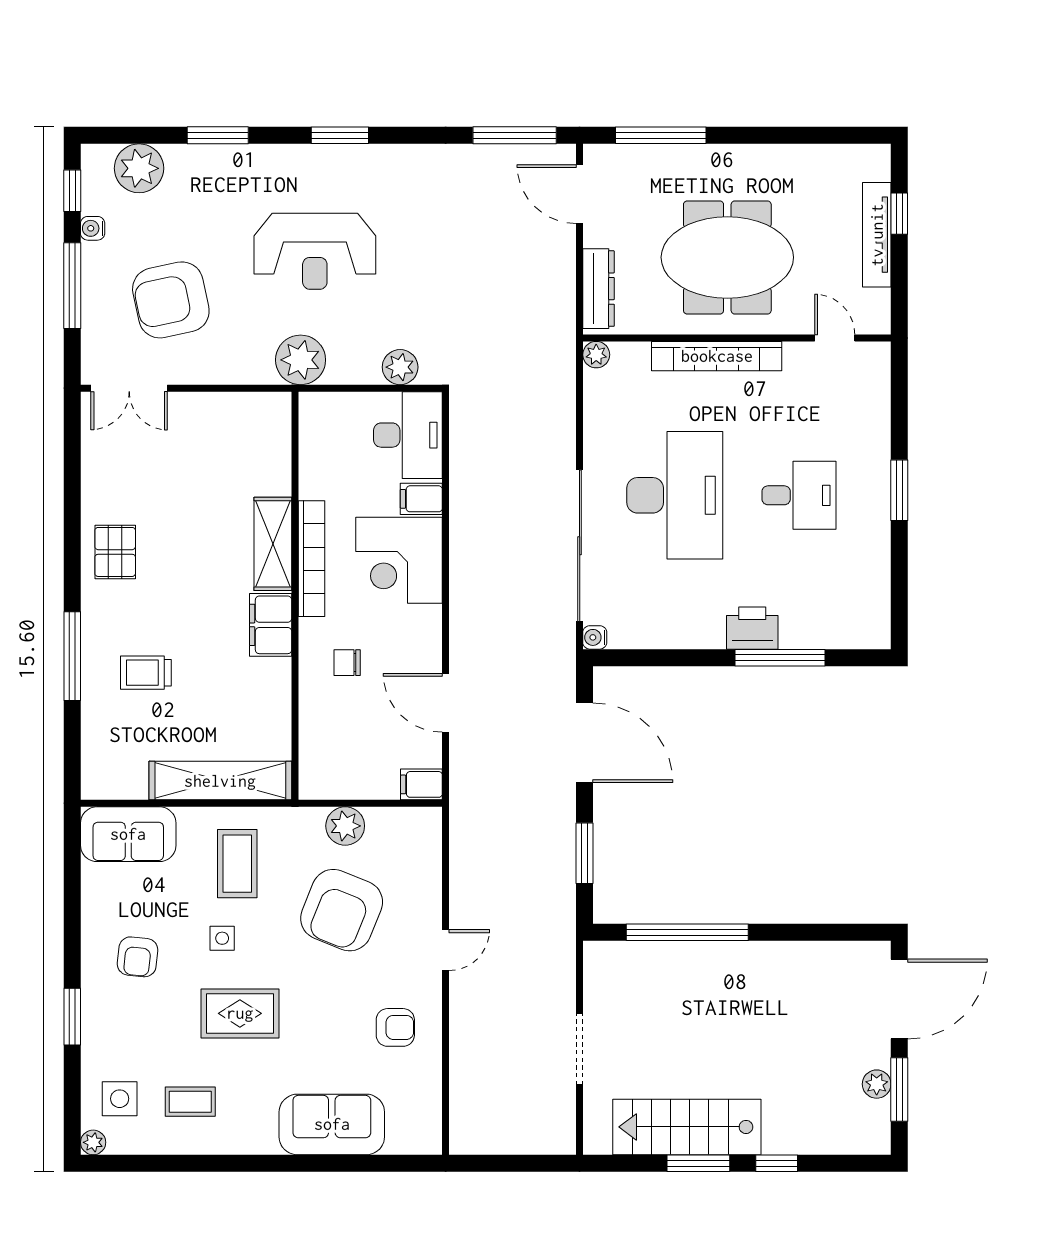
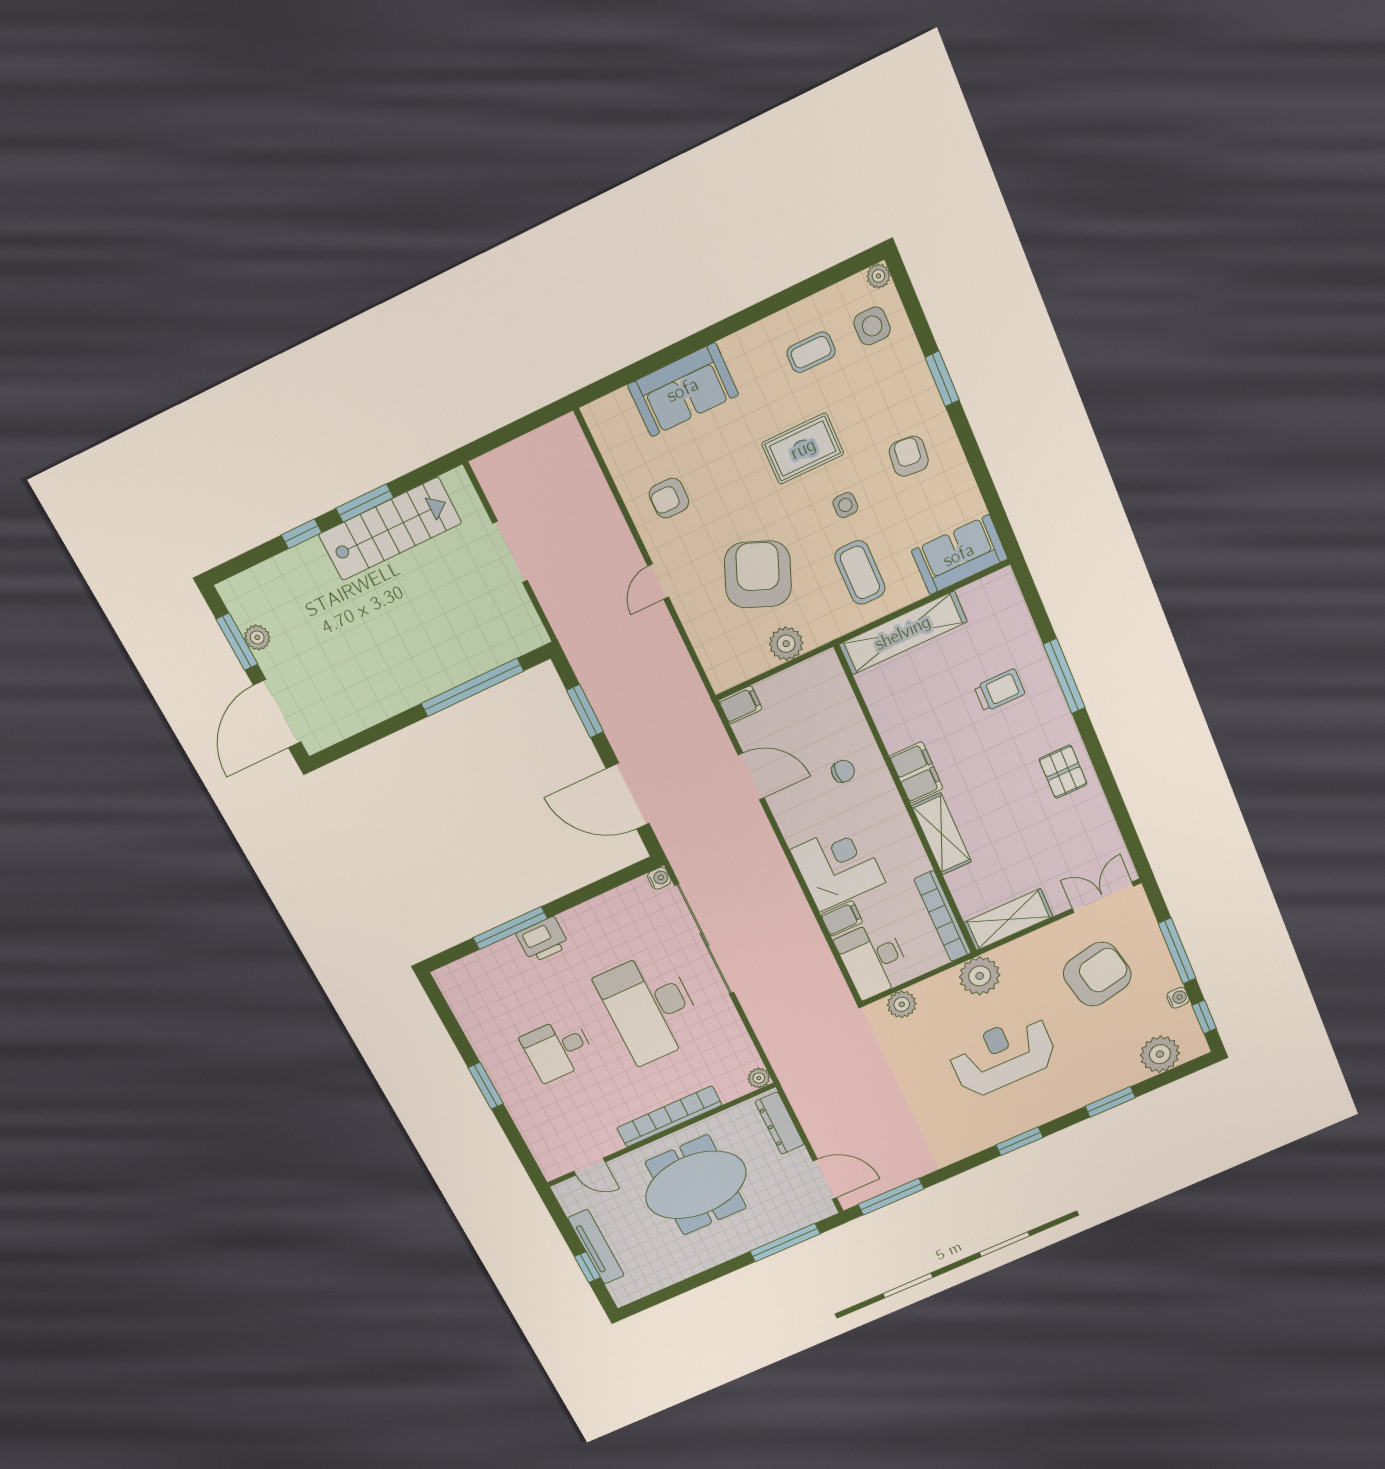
shelving: (242, 411) -> (1008, 920), added
bookcase: (311, 559) -> (943, 916), moved

